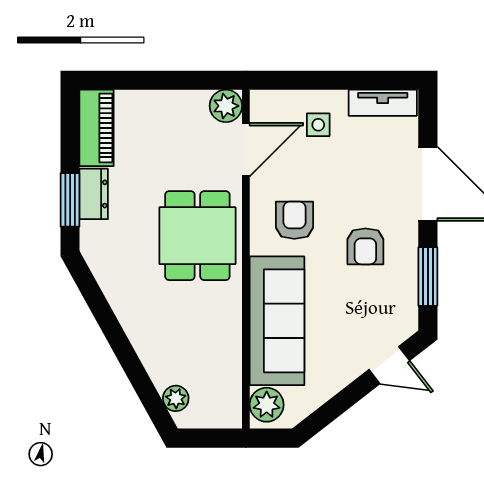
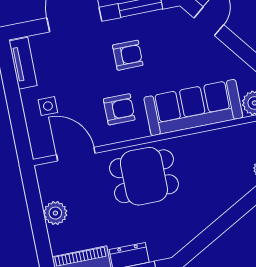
plant: (226, 106) -> (55, 213), moved
armchair: (294, 220) -> (119, 109), turned 180

